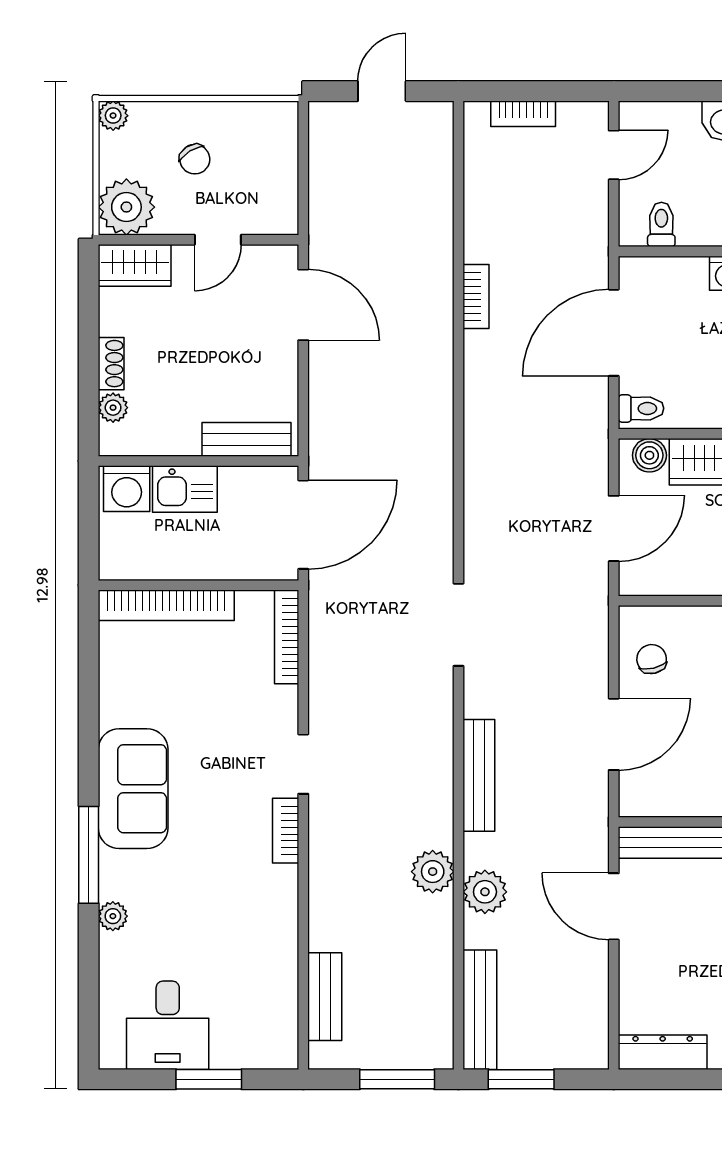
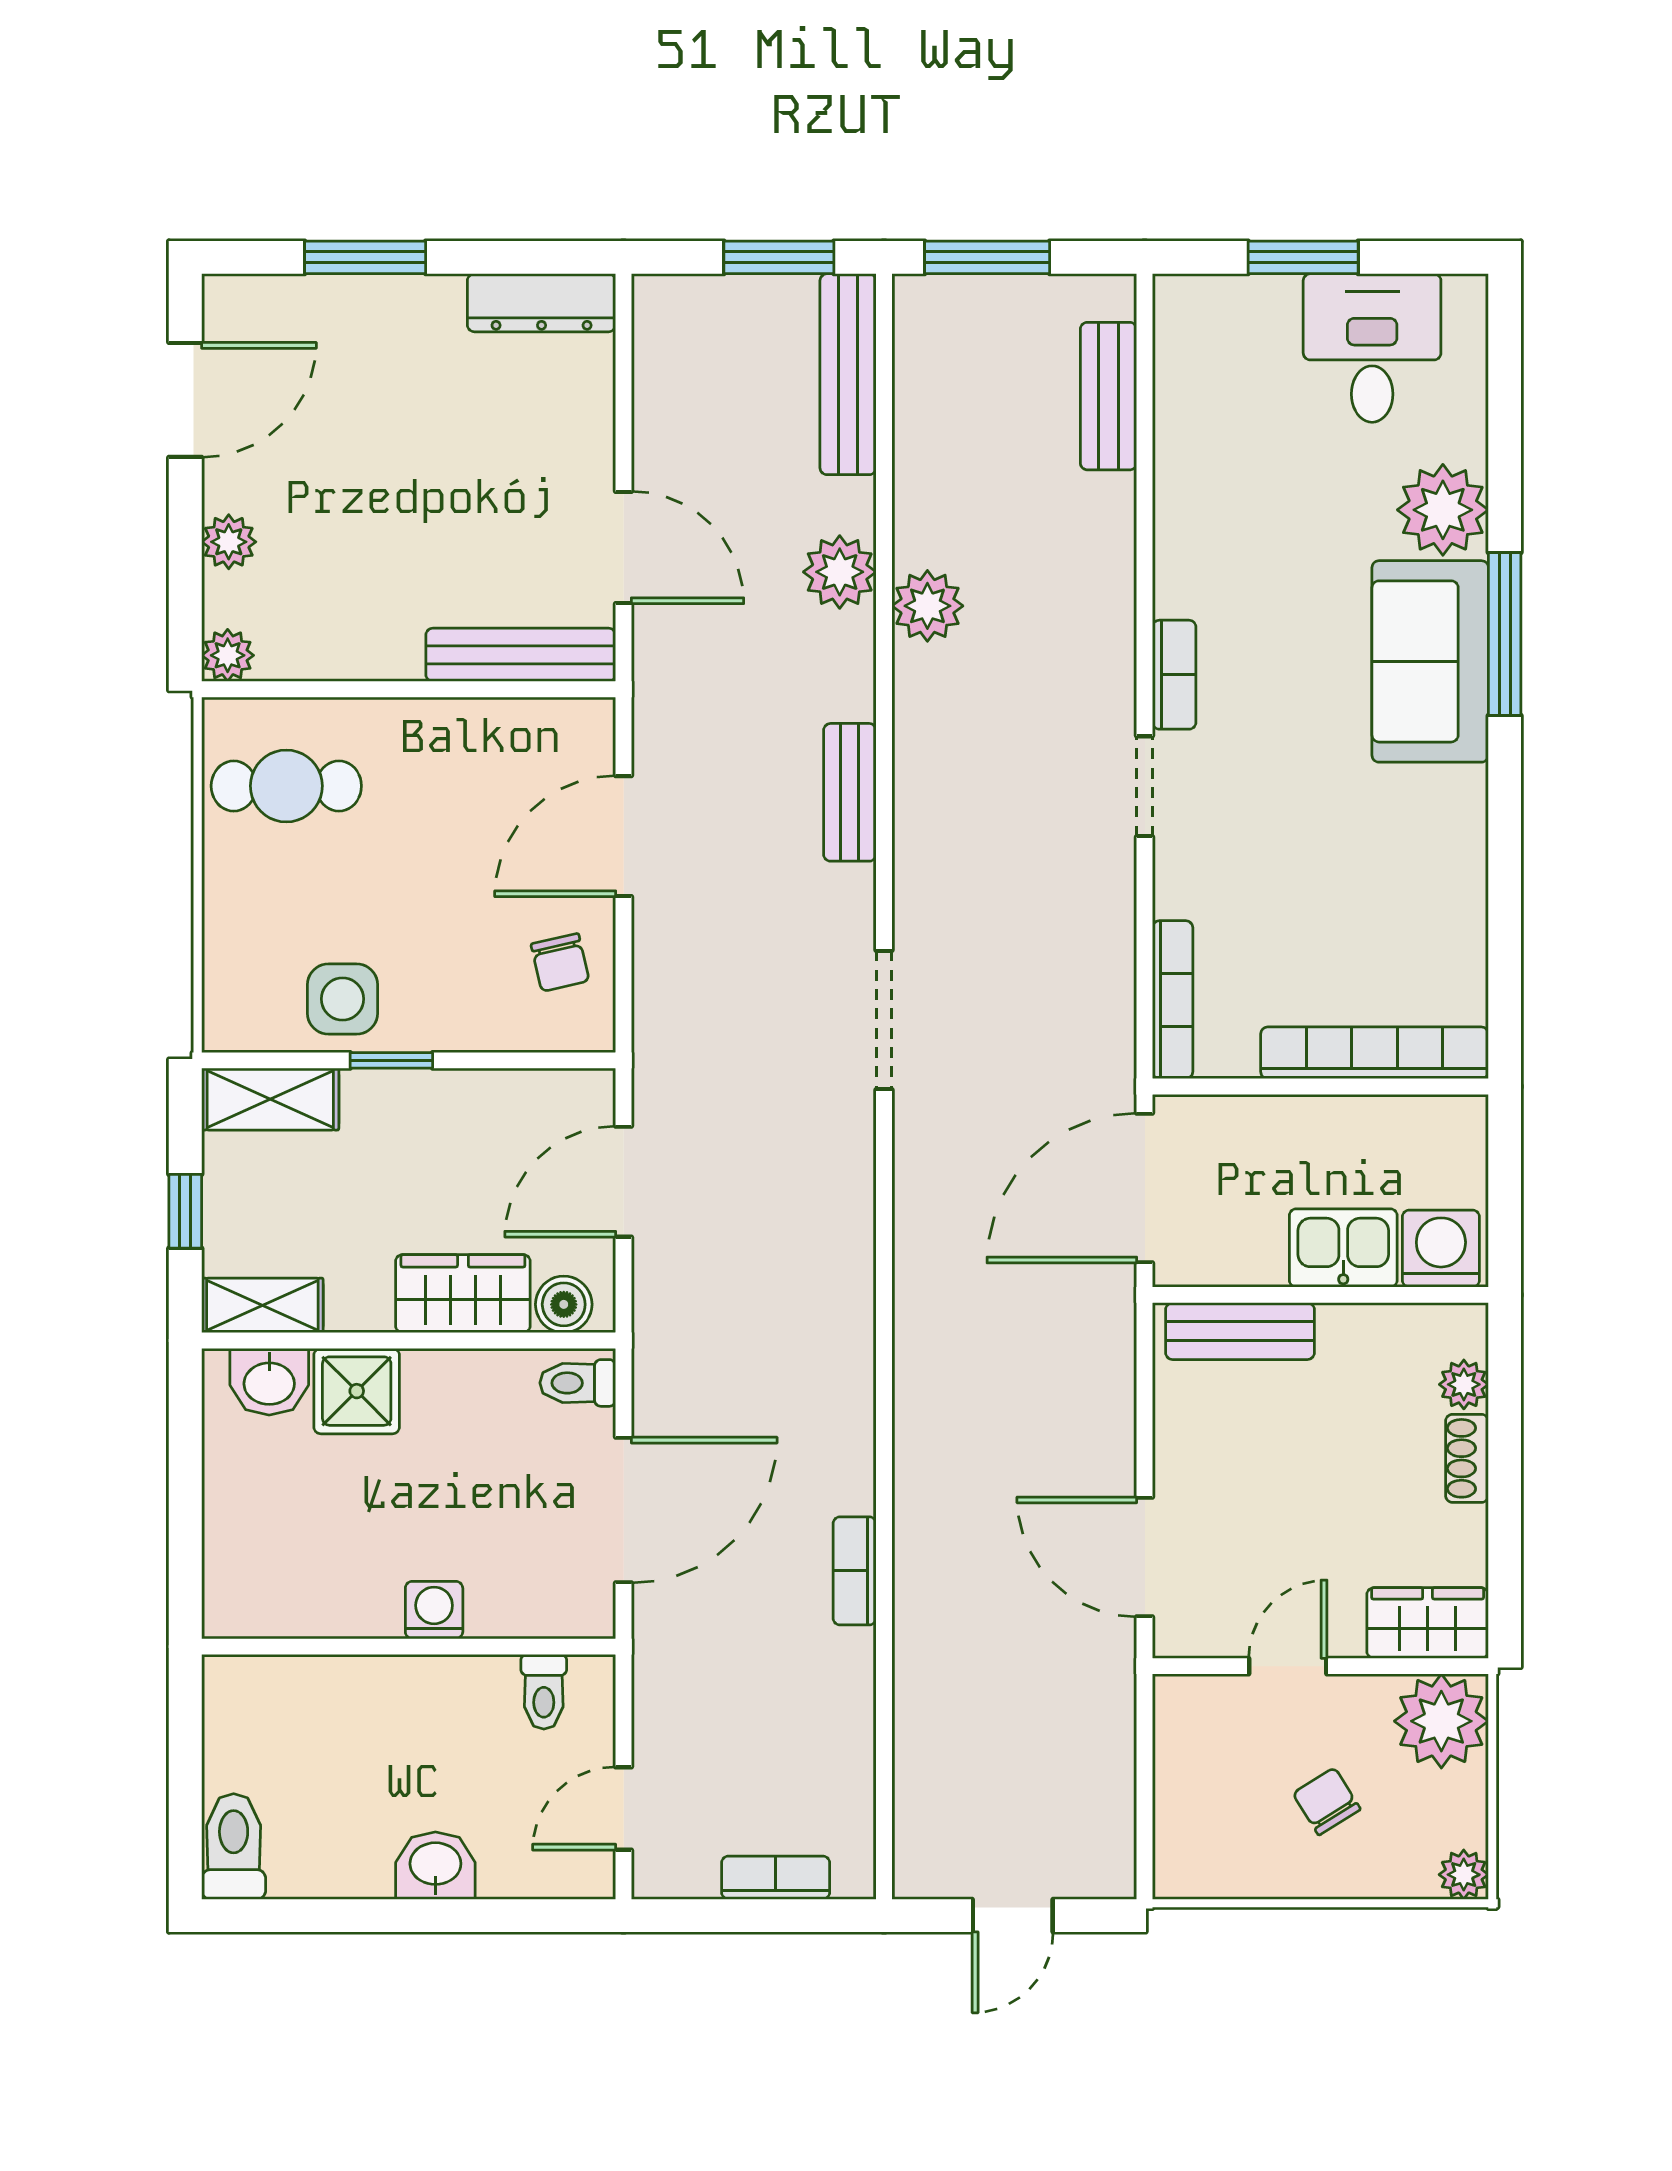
bench: (479, 775) -> (850, 792), width x0.73
sofa: (133, 789) -> (1430, 661), moved
plant: (113, 916) -> (1443, 510), width x1.87, depth x1.87

